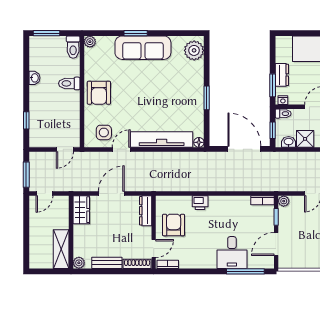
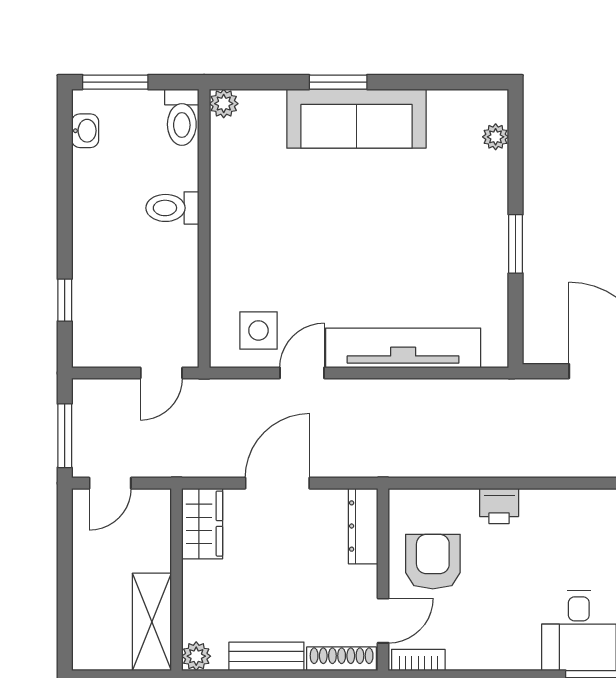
plant: (194, 50) -> (496, 137), width x0.53, depth x0.53
washbasin: (34, 78) -> (85, 131), moved
armchair: (99, 93) -> (246, 231), removed
floor lamp: (199, 142) -> (496, 355), removed

